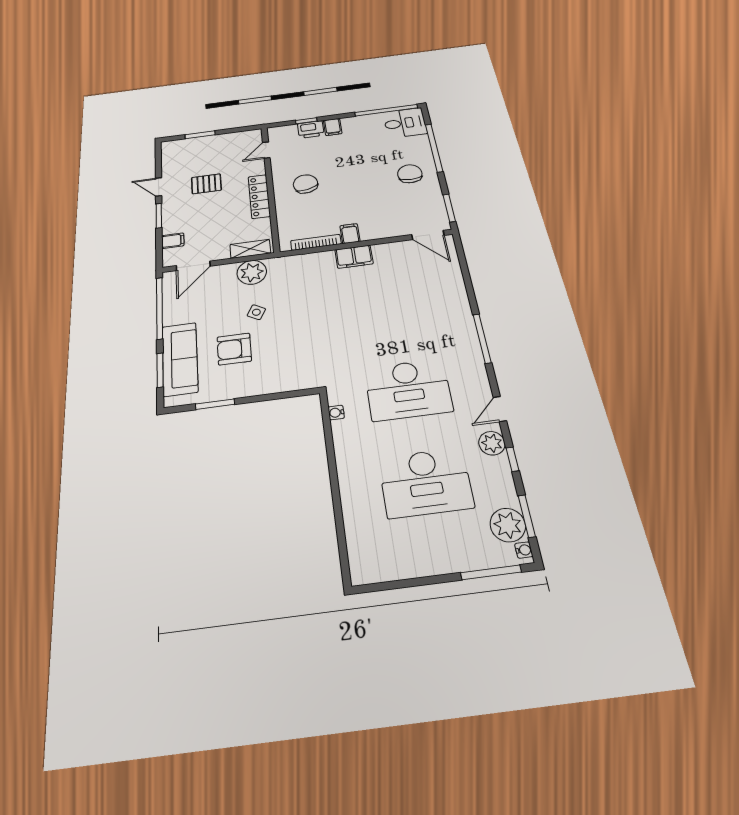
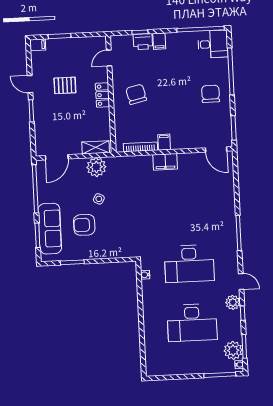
locker: (259, 196) -> (102, 95), width x0.66
filing cabinet: (173, 241) -> (38, 45), moved
door: (500, 409) -> (241, 281), swing flipped

